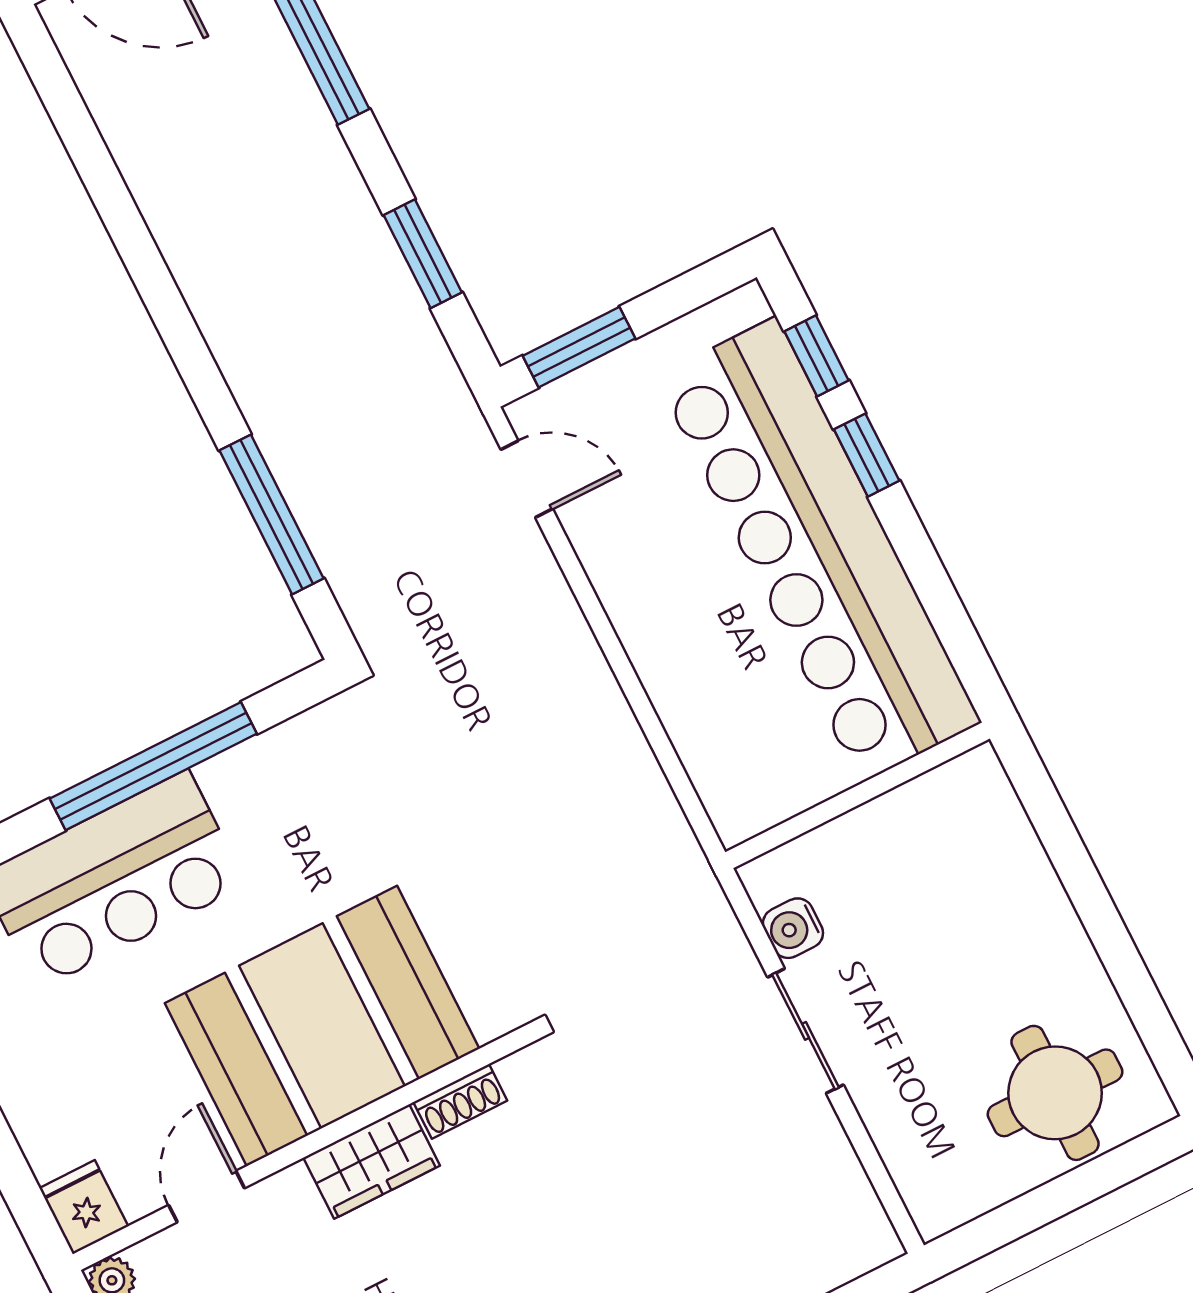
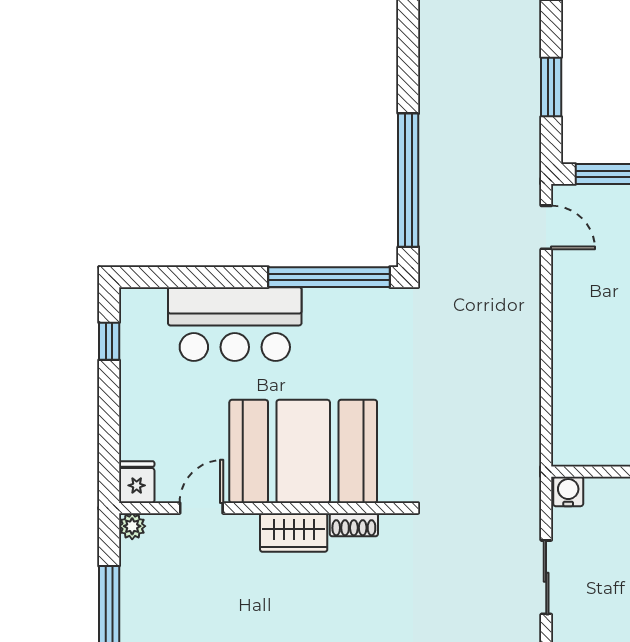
window: (271, 514) -> (408, 180), width x1.46
window: (153, 766) -> (329, 277), moved
water cooler: (793, 928) -> (568, 491), moved, turned 90

